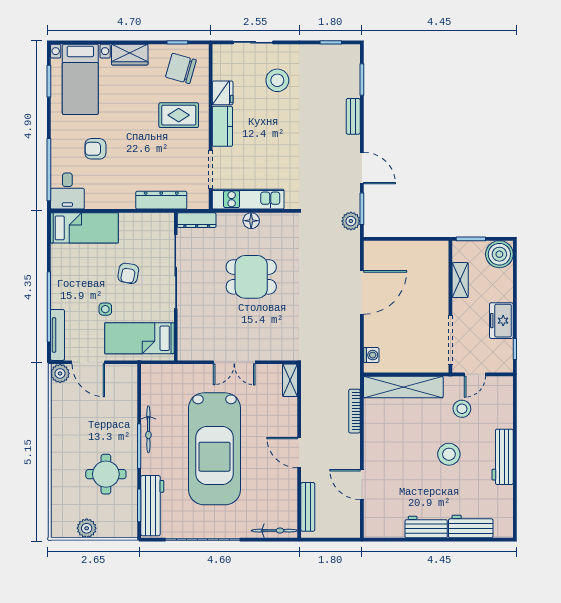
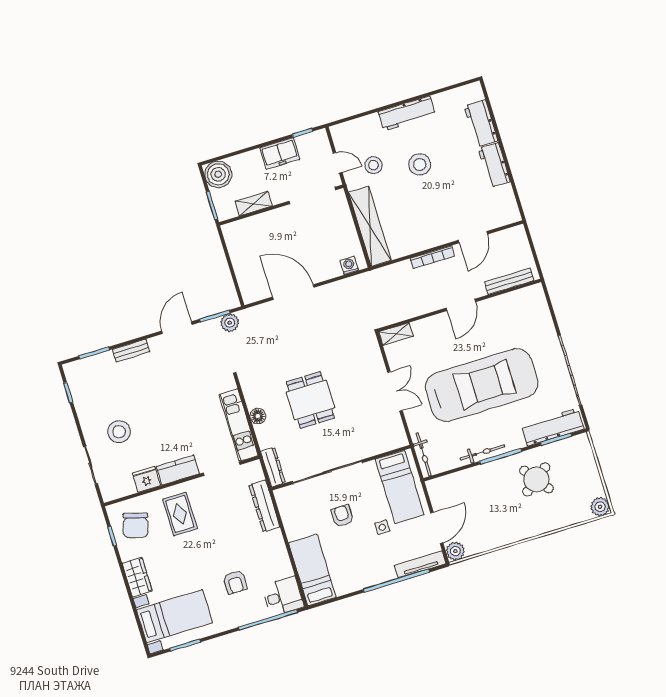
armchair: (128, 273) -> (342, 516), turned -100
bookcase: (354, 411) -> (432, 257), moved
round table: (106, 474) -> (536, 479), turned -37
plant: (87, 528) -> (600, 507), moved
bicycle: (274, 531) -> (424, 454), moved, turned 180

